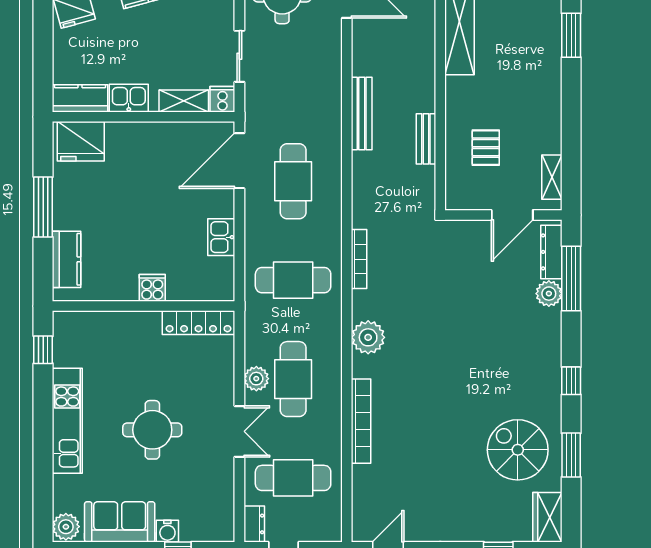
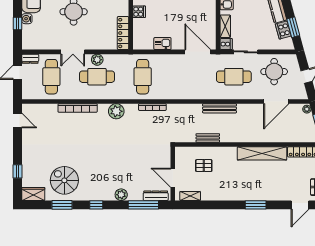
cafe table: (293, 181) -> (234, 77), moved
plant: (549, 294) -> (121, 195), moved
spiral stairs: (518, 450) -> (64, 180), turned -90

